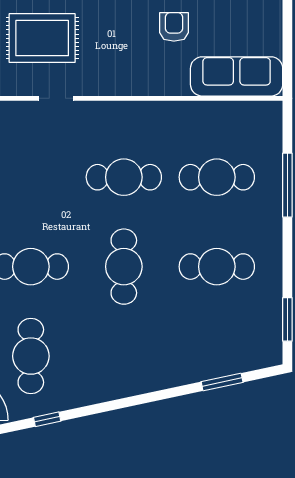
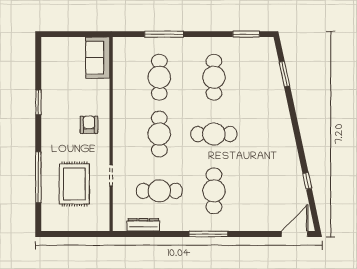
armchair: (174, 27) -> (89, 125), moved, turned 90
sofa: (237, 76) -> (98, 58), width x0.73
cafe table: (31, 356) -> (159, 191), moved

